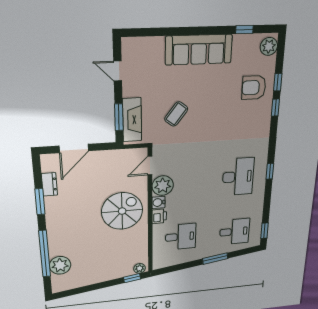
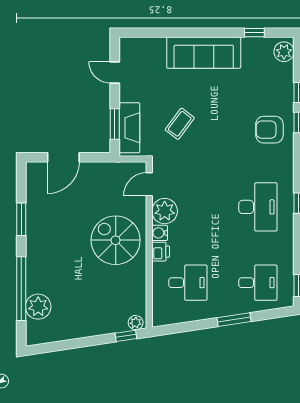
armchair: (254, 88) -> (269, 130), moved
dresser: (49, 184) -> (33, 199), removed
spiral stairs: (122, 211) -> (116, 240), turned -90

